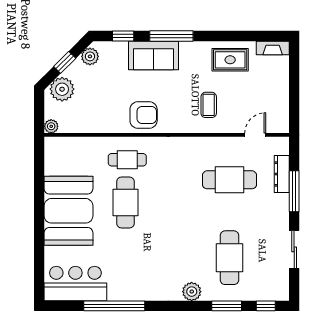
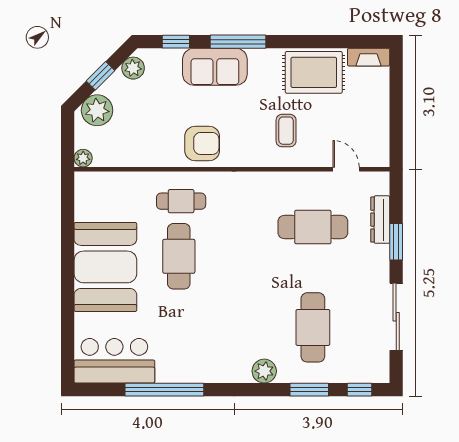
rug: (230, 60) -> (314, 72), width x1.36, depth x1.43
door: (255, 135) -> (346, 169), hinge flipped
window: (294, 191) -> (396, 242), width x0.69
sliding door: (294, 249) -> (396, 317), width x1.37

